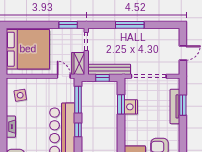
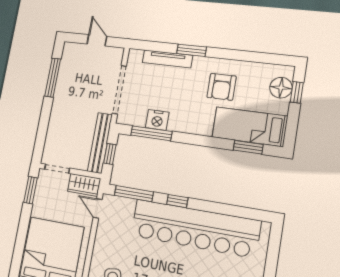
window: (130, 25) -> (53, 78), moved
door: (64, 76) -> (98, 208), hinge flipped
window: (121, 104) -> (151, 133), width x1.44
window: (183, 105) -> (192, 50), moved

